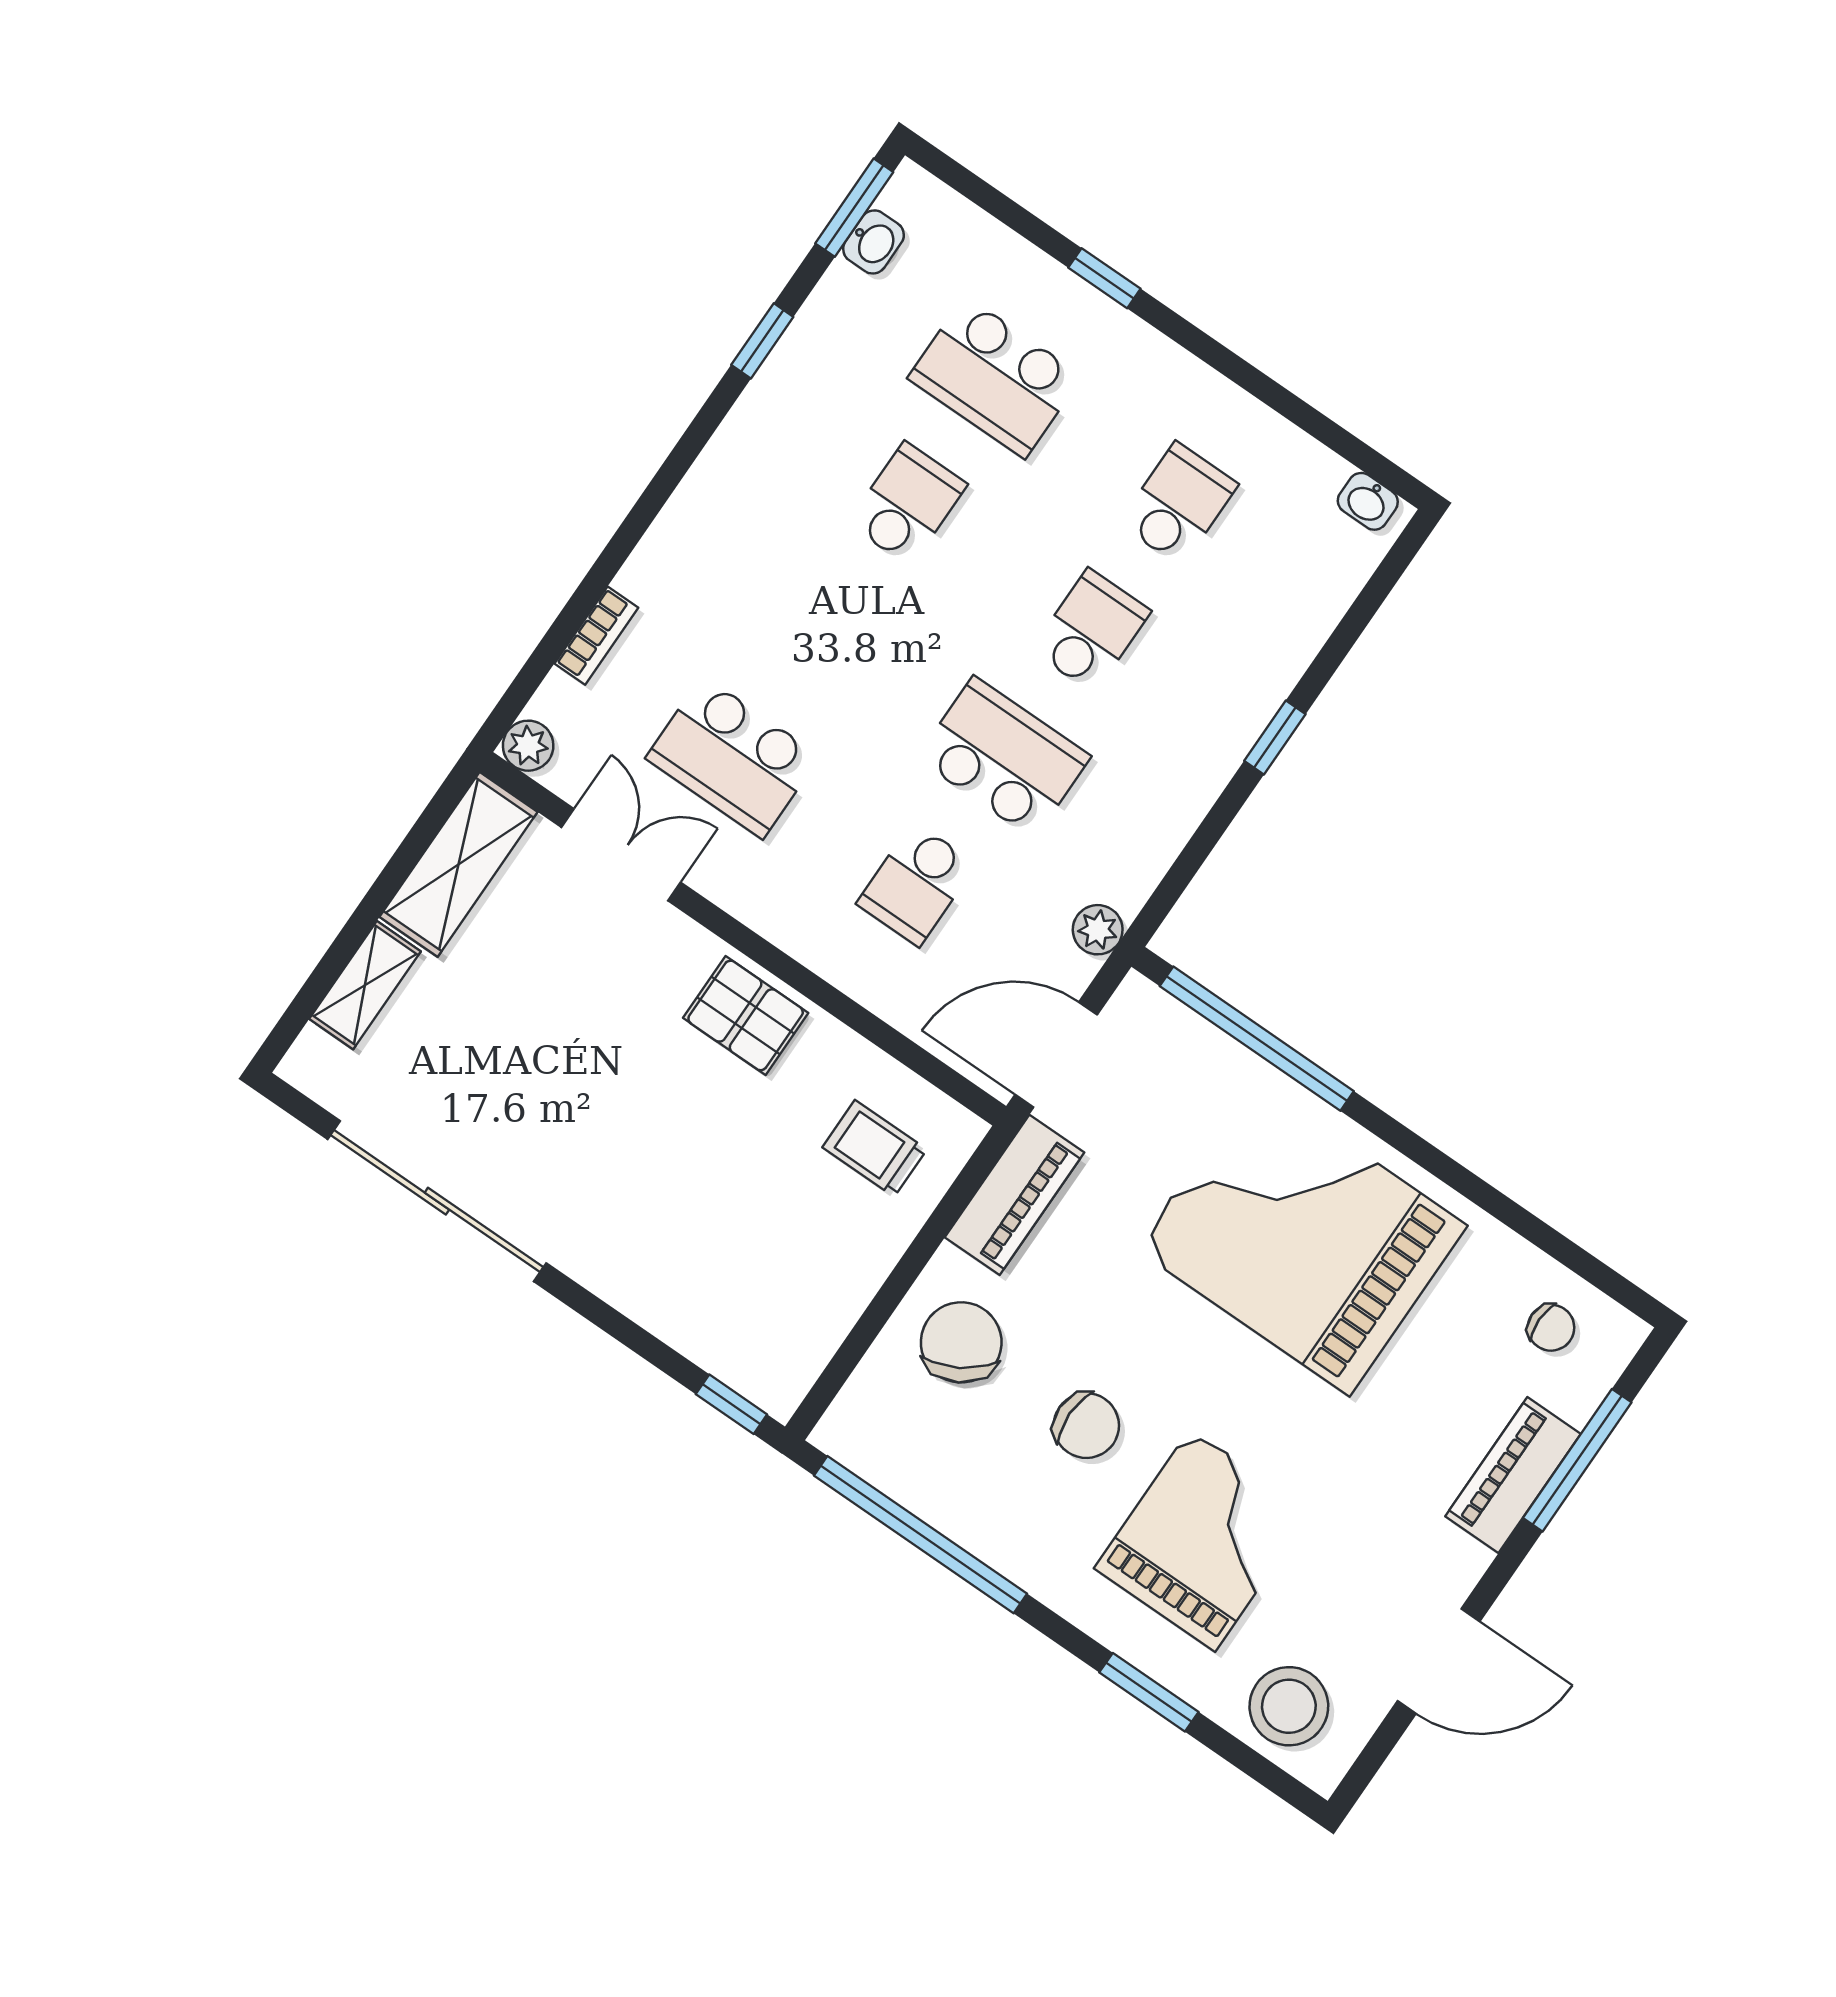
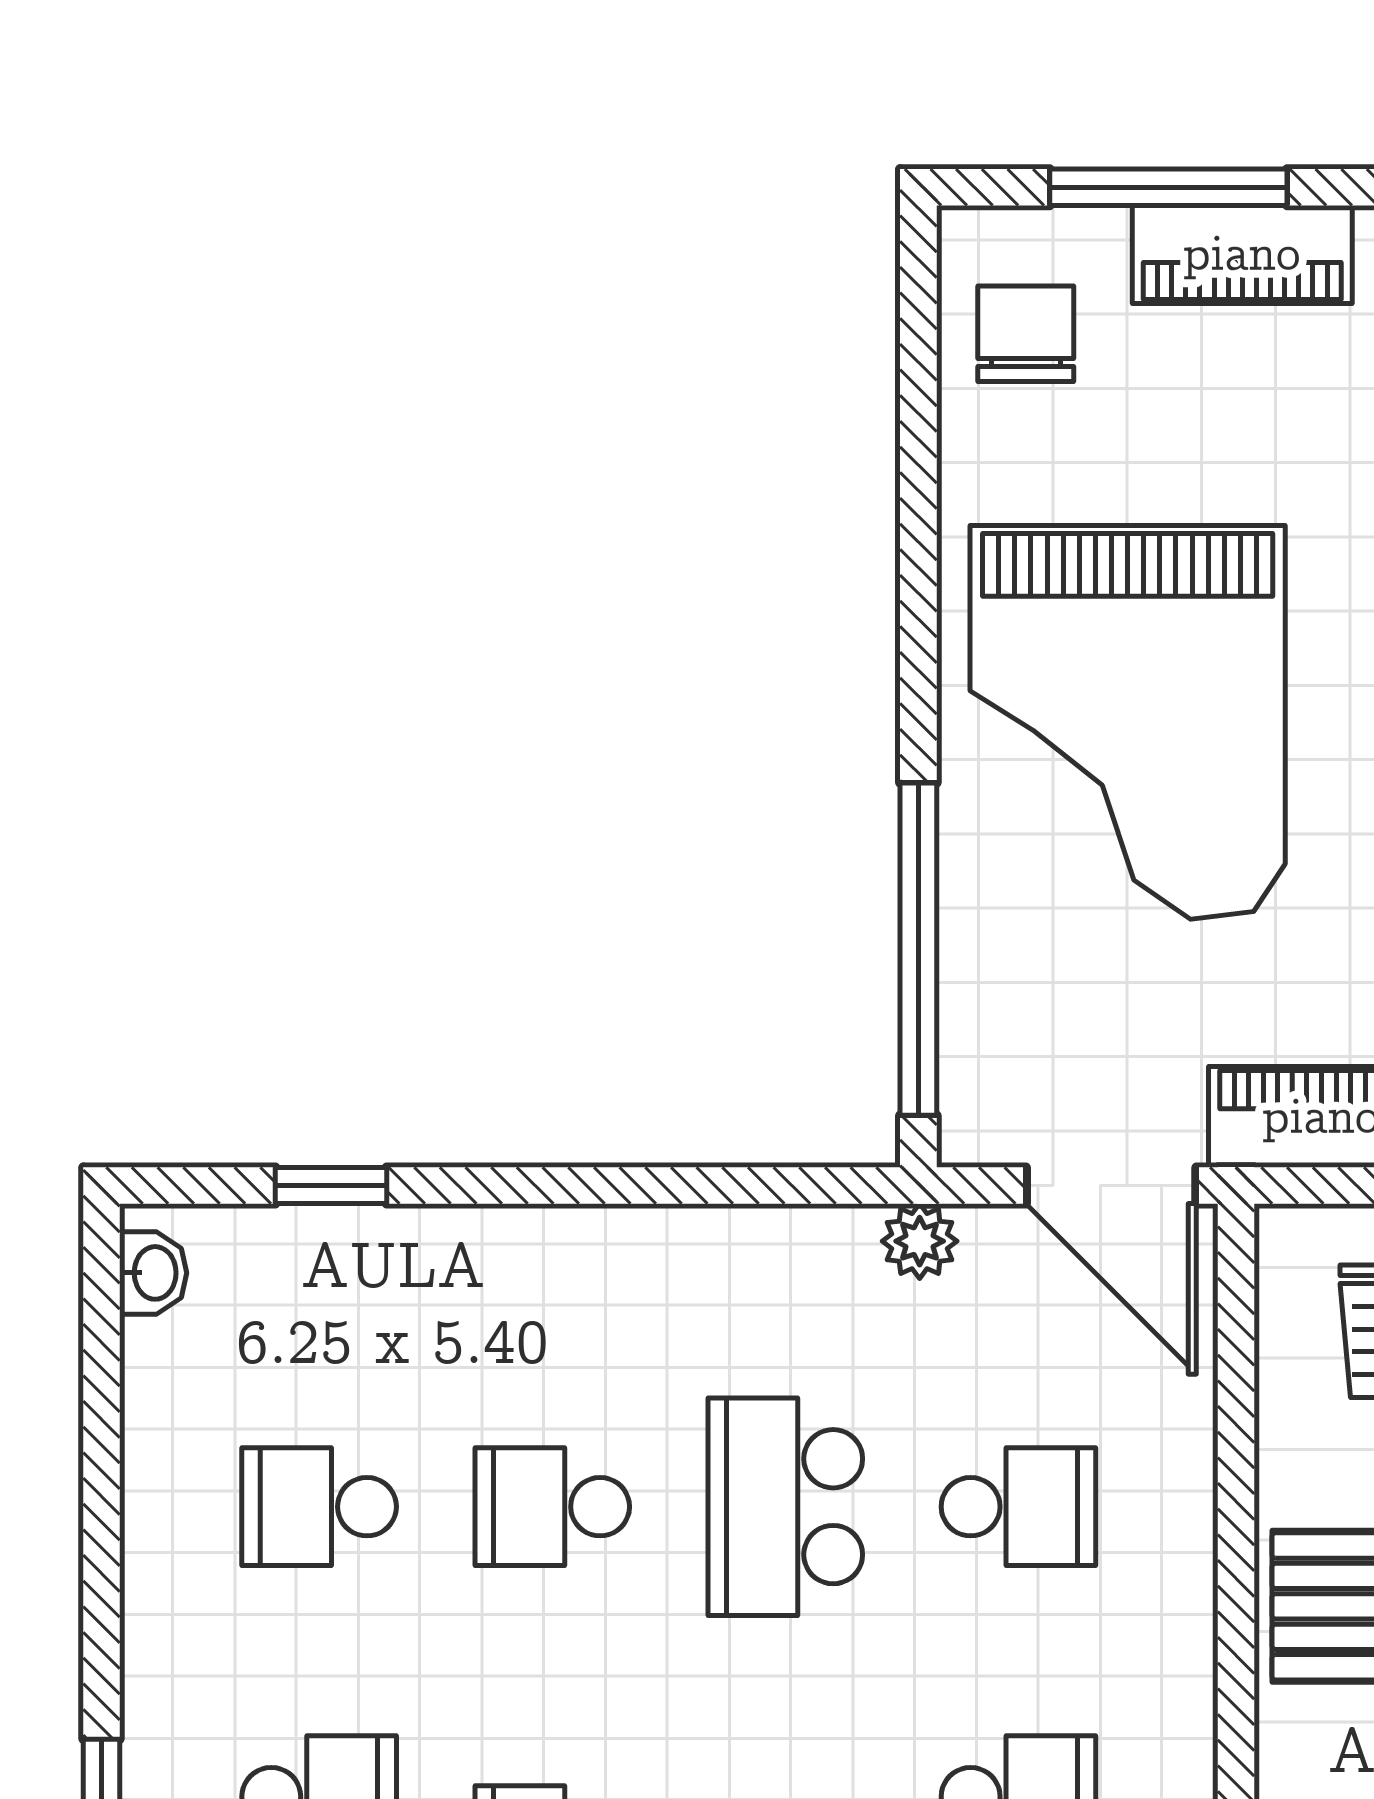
window: (1275, 737) -> (331, 1186), moved
chair: (1551, 1328) -> (1026, 334), width x1.37, depth x1.37

